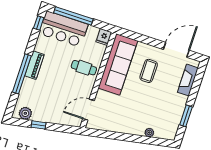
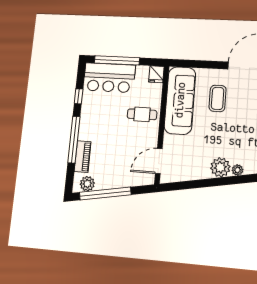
window: (39, 23) -> (79, 96), moved
piano: (34, 65) -> (83, 157), moved
window: (38, 125) -> (105, 193), width x3.17
plant: (136, 127) -> (220, 167), added

